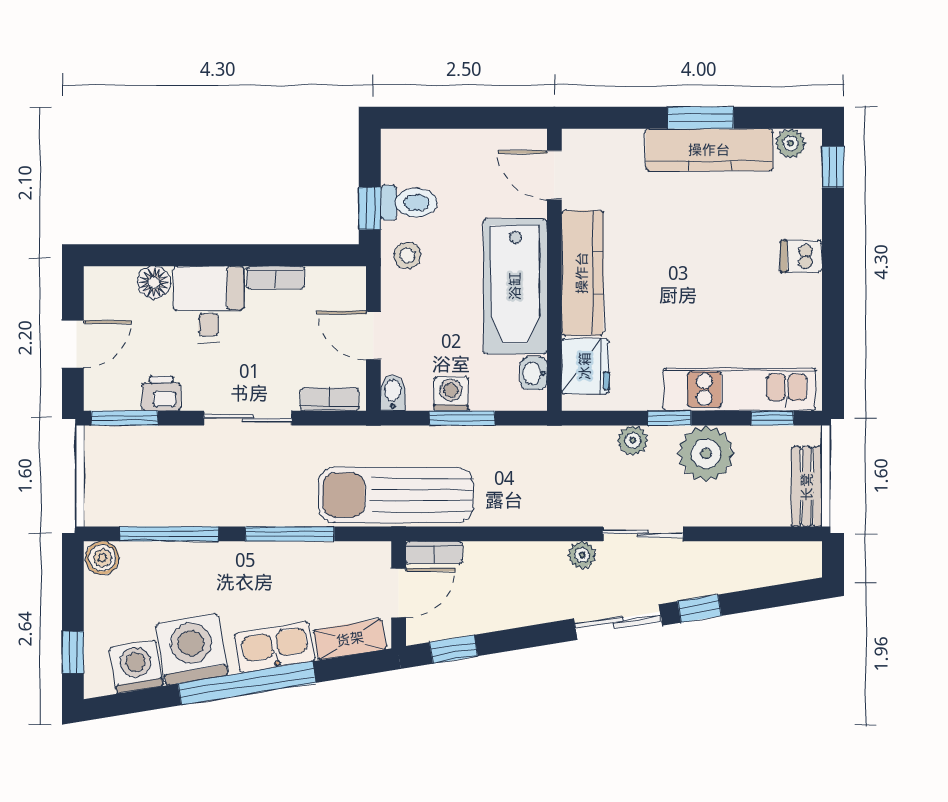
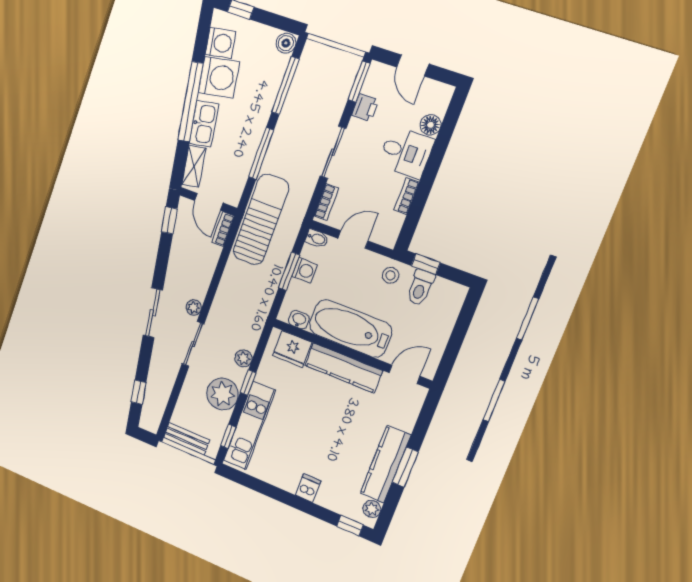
window: (699, 609) -> (139, 392), moved

